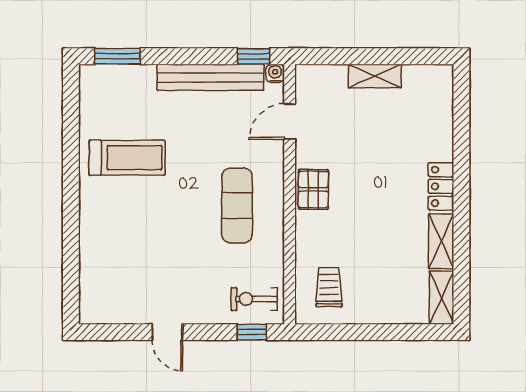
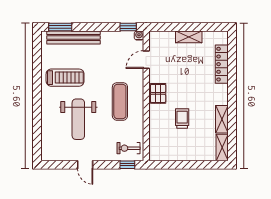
bench: (210, 77) -> (74, 37), moved
locker: (441, 186) -> (222, 64), moved, width x1.53
weight bench: (153, 241) -> (78, 119), added
trolley: (329, 287) -> (182, 118), moved

